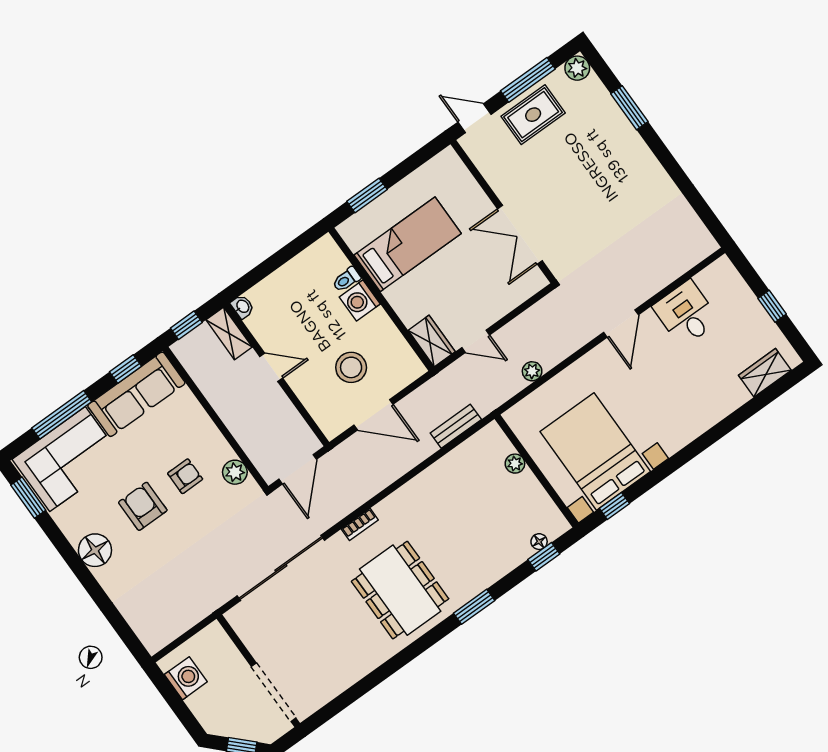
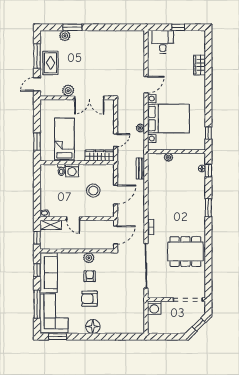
plant: (577, 68) -> (65, 36), moved
plant: (505, 185) -> (68, 91), added
desk: (686, 314) -> (163, 42), moved, turned 90
door: (621, 323) -> (146, 85), hinge flipped
wardrobe: (432, 341) -> (100, 156), width x1.50
door: (271, 367) -> (73, 219), swing flipped
wardrobe: (765, 373) -> (200, 65), moved
bed with nightstands: (595, 451) -> (168, 119), moved, turned 180
door: (298, 469) -> (116, 235), hinge flipped
plant: (235, 472) -> (89, 258), moved
dining table: (400, 590) -> (185, 251), moved
washing machine: (186, 678) -> (154, 308), moved, turned 180

